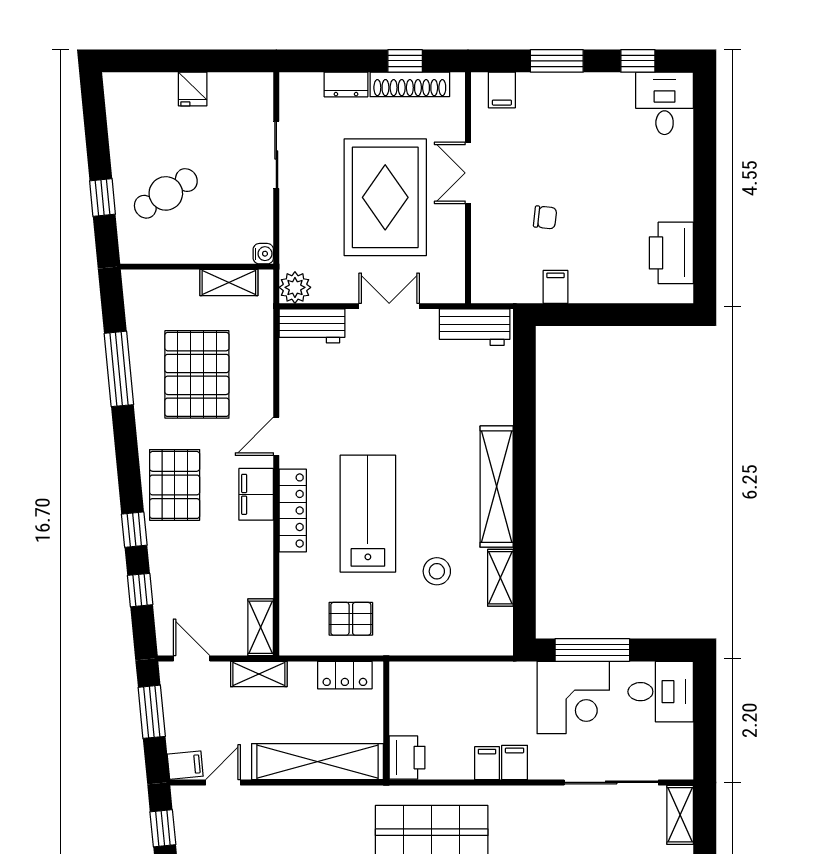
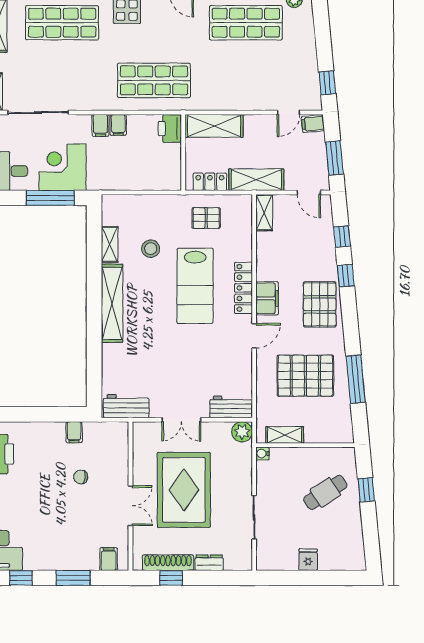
pallet: (197, 374) -> (305, 376), turned 90
shelving: (259, 674) -> (256, 180), width x1.50, depth x1.33
shelving: (318, 762) -> (214, 126), width x0.68

